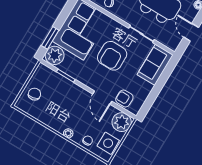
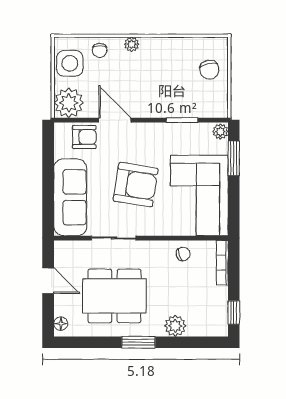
plant: (55, 55) -> (220, 131), width x0.53, depth x0.53
armchair: (112, 56) -> (136, 185), turned 99
sofa: (155, 65) -> (70, 197), width x1.36

